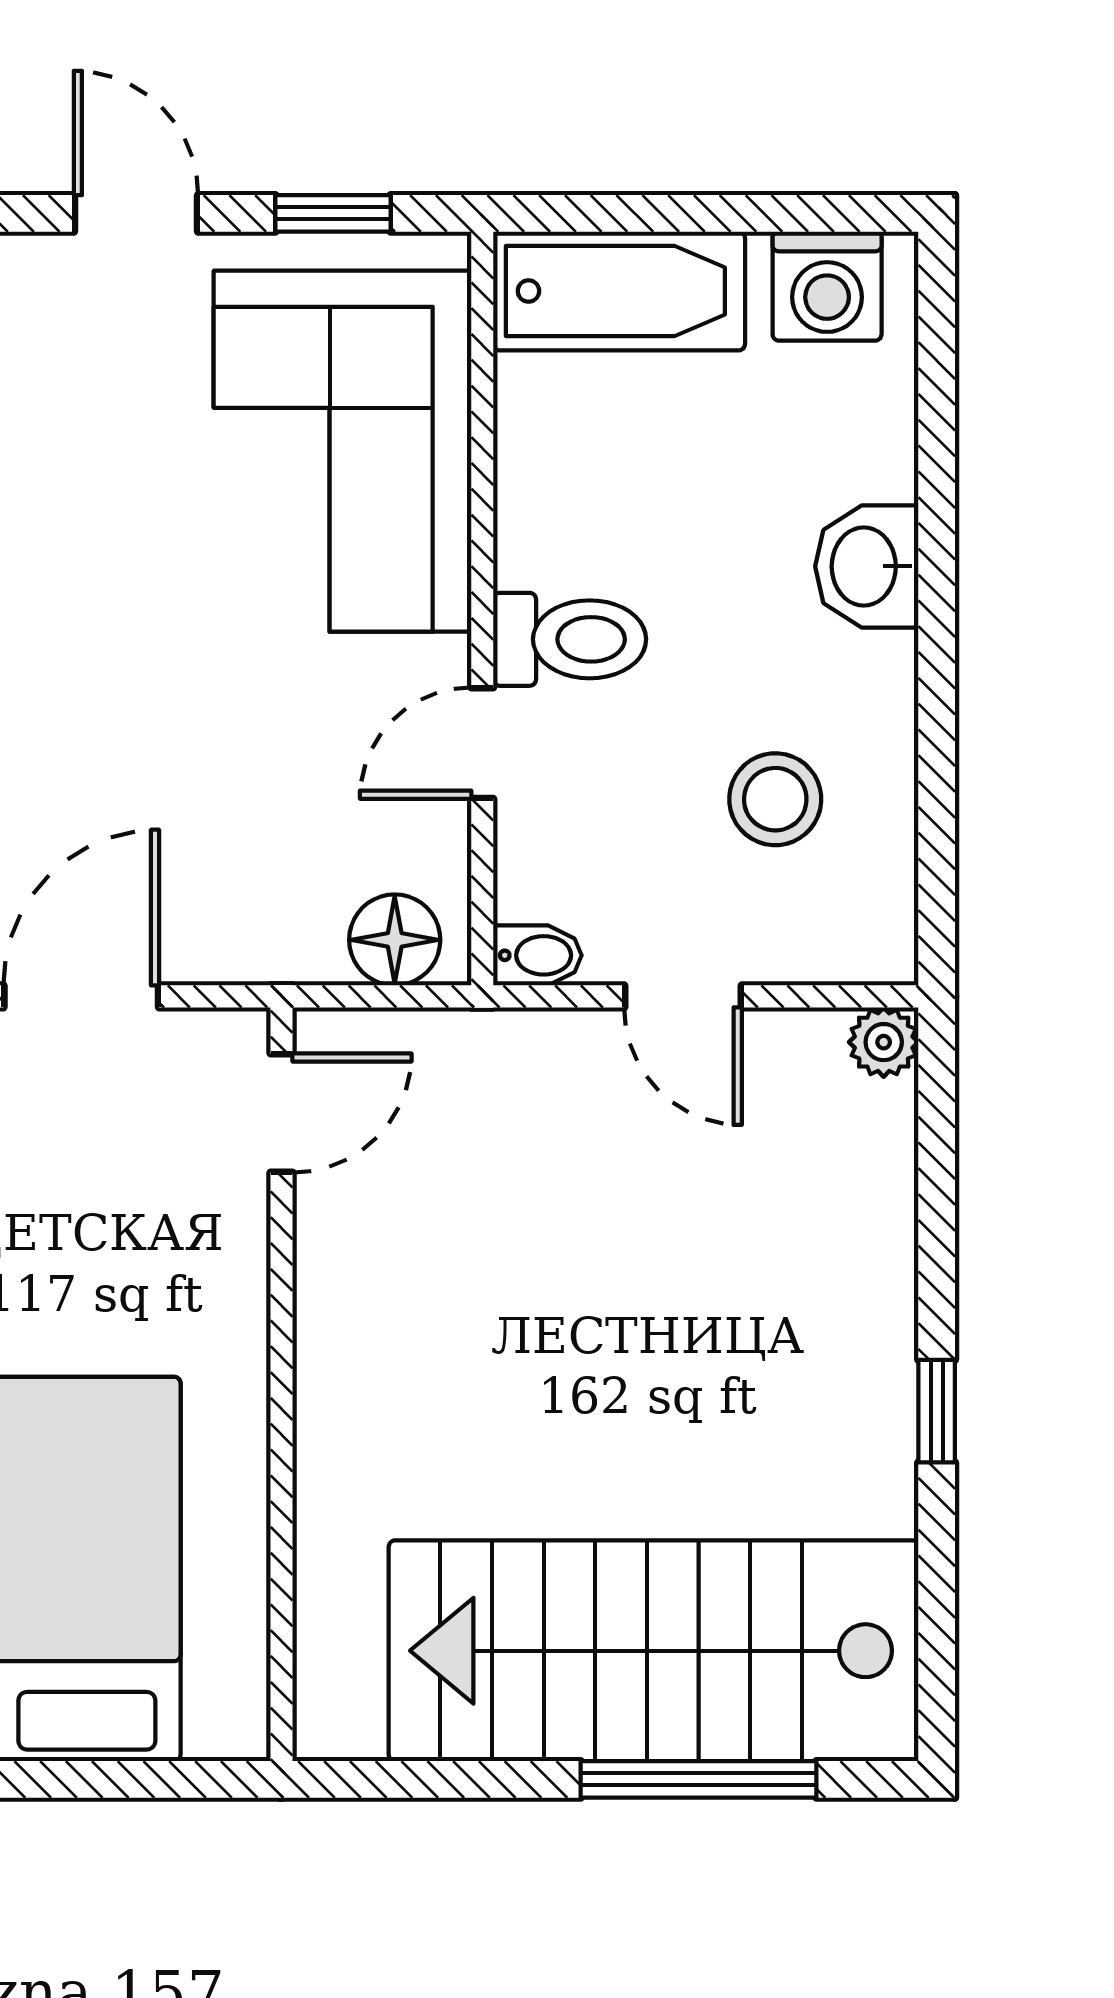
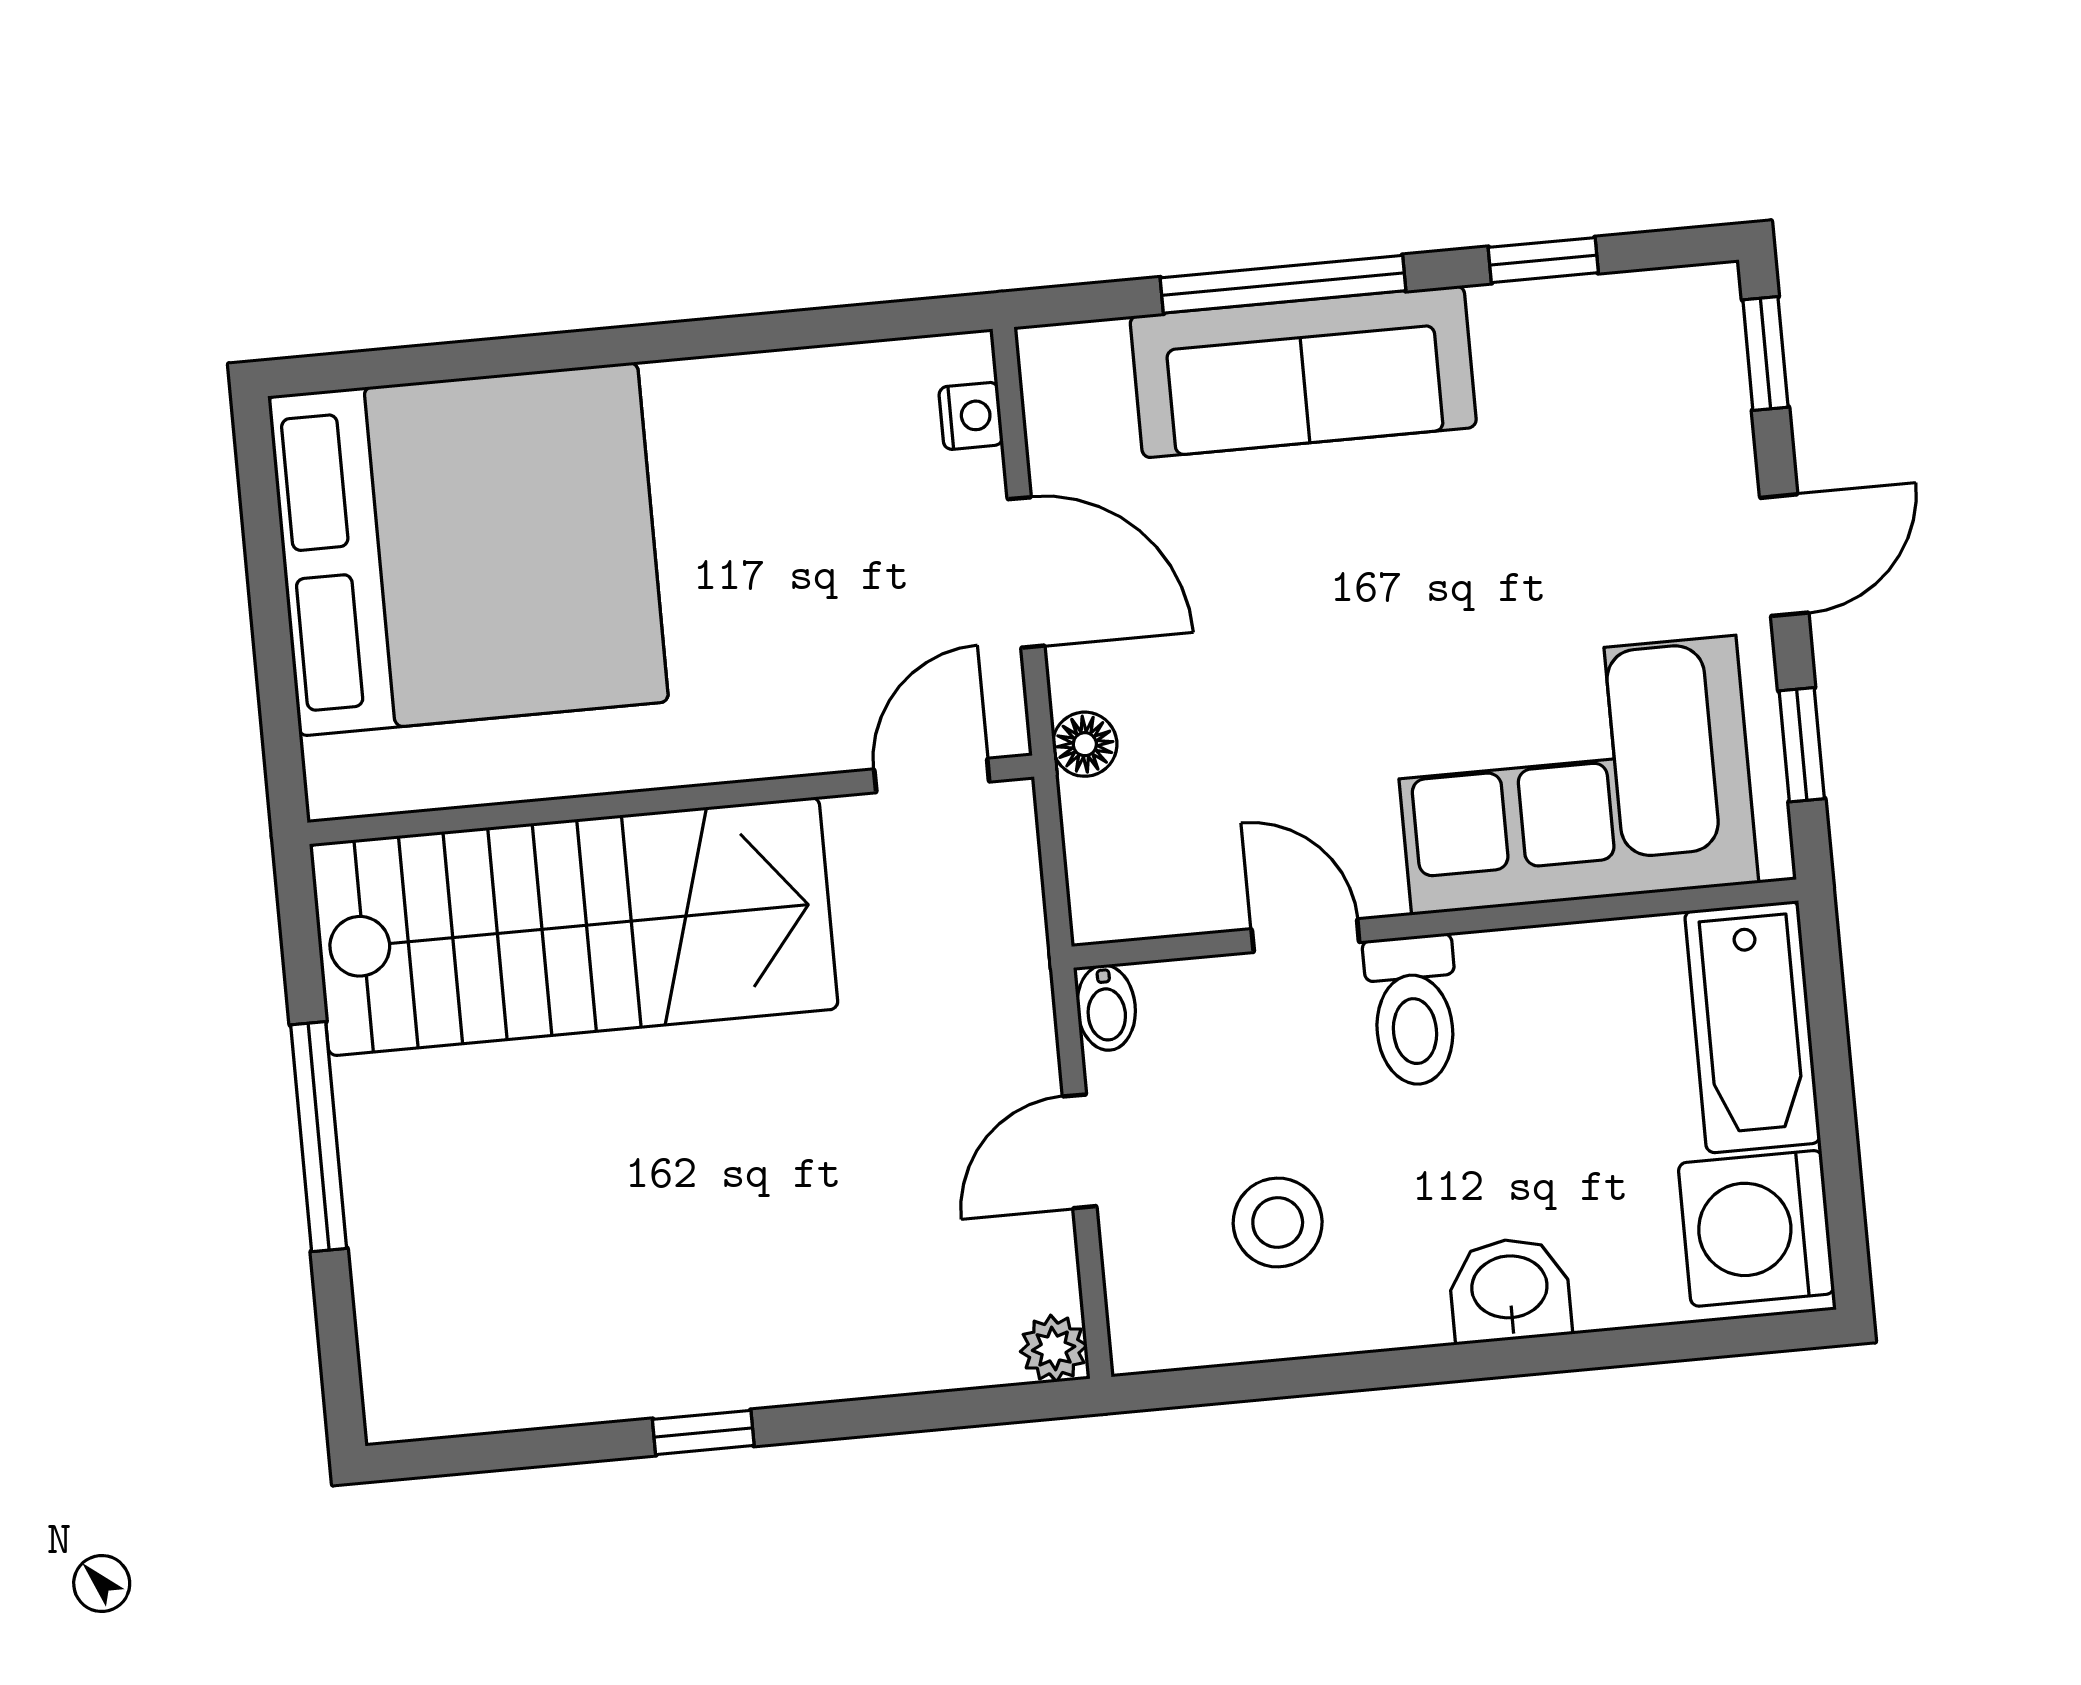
washing machine: (827, 286) -> (1756, 1228), width x1.37, depth x1.37
floor lamp: (395, 940) -> (1085, 744), moved, width x0.73, depth x0.73
door: (282, 1113) -> (932, 775), swing flipped
stairs: (654, 1651) -> (574, 926), moved, turned 90
window: (698, 1779) -> (319, 1137), moved

